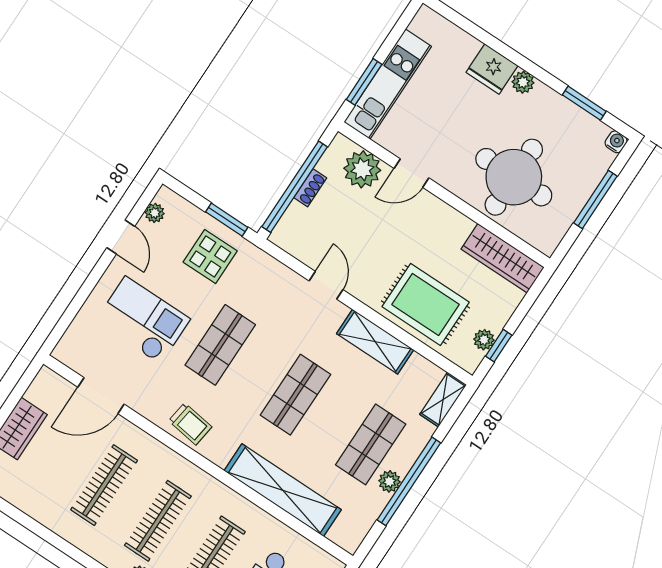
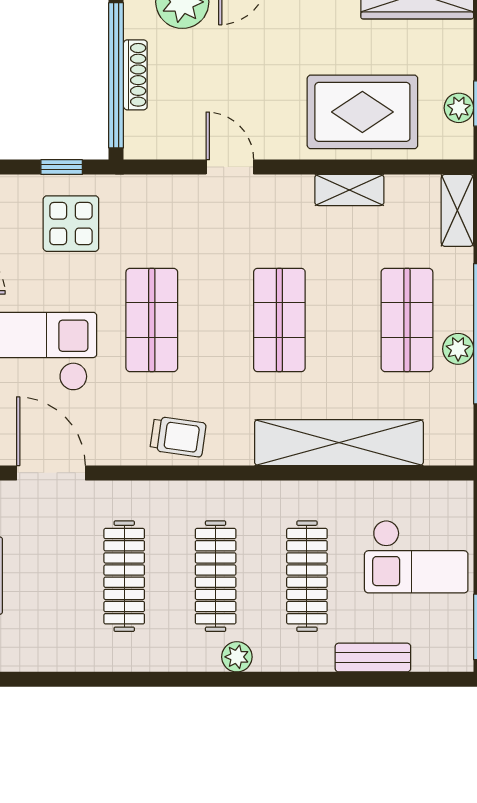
shoe rack: (310, 188) -> (135, 75), width x1.43
window: (227, 220) -> (62, 167), width x0.67
shelving: (375, 342) -> (349, 190), width x0.67, depth x0.75
door: (101, 396) -> (51, 473), swing flipped

